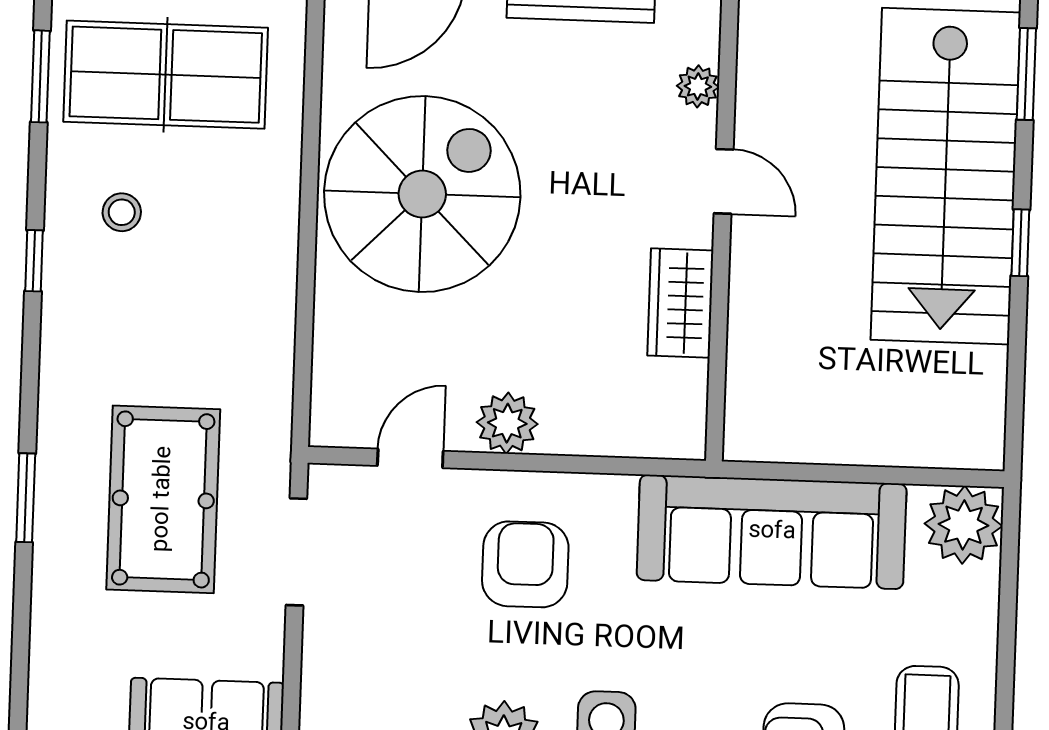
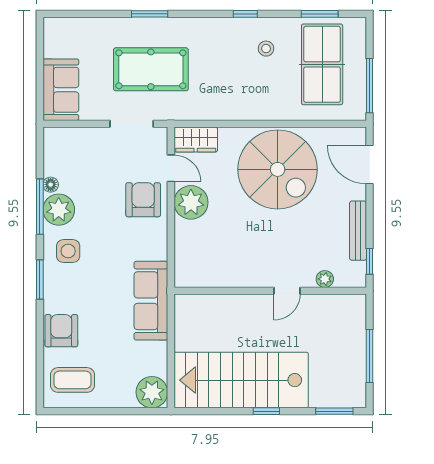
stairs: (946, 176) -> (241, 380), moved
wardrobe: (680, 303) -> (196, 139), moved, turned 180
plant: (507, 423) -> (191, 202), width x1.36, depth x1.36
sofa: (772, 532) -> (151, 301), width x0.74, depth x0.79
armchair: (525, 564) -> (143, 200), moved, turned -90

